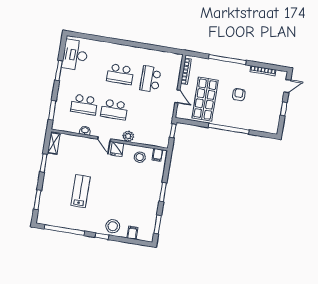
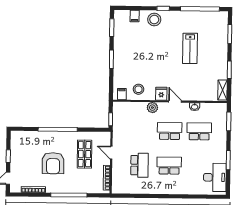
armchair: (239, 95) -> (53, 163), width x1.88, depth x1.88
shop shelf: (205, 99) -> (84, 154), width x0.70, depth x0.74

